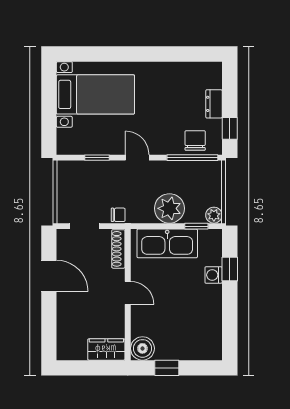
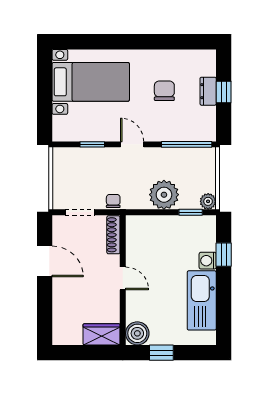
window: (230, 128) -> (224, 92), moved
chair: (195, 140) -> (164, 91), moved
chair: (118, 215) -> (113, 201), turned -90
kitchen sink: (167, 243) -> (202, 300), moved, turned 90

